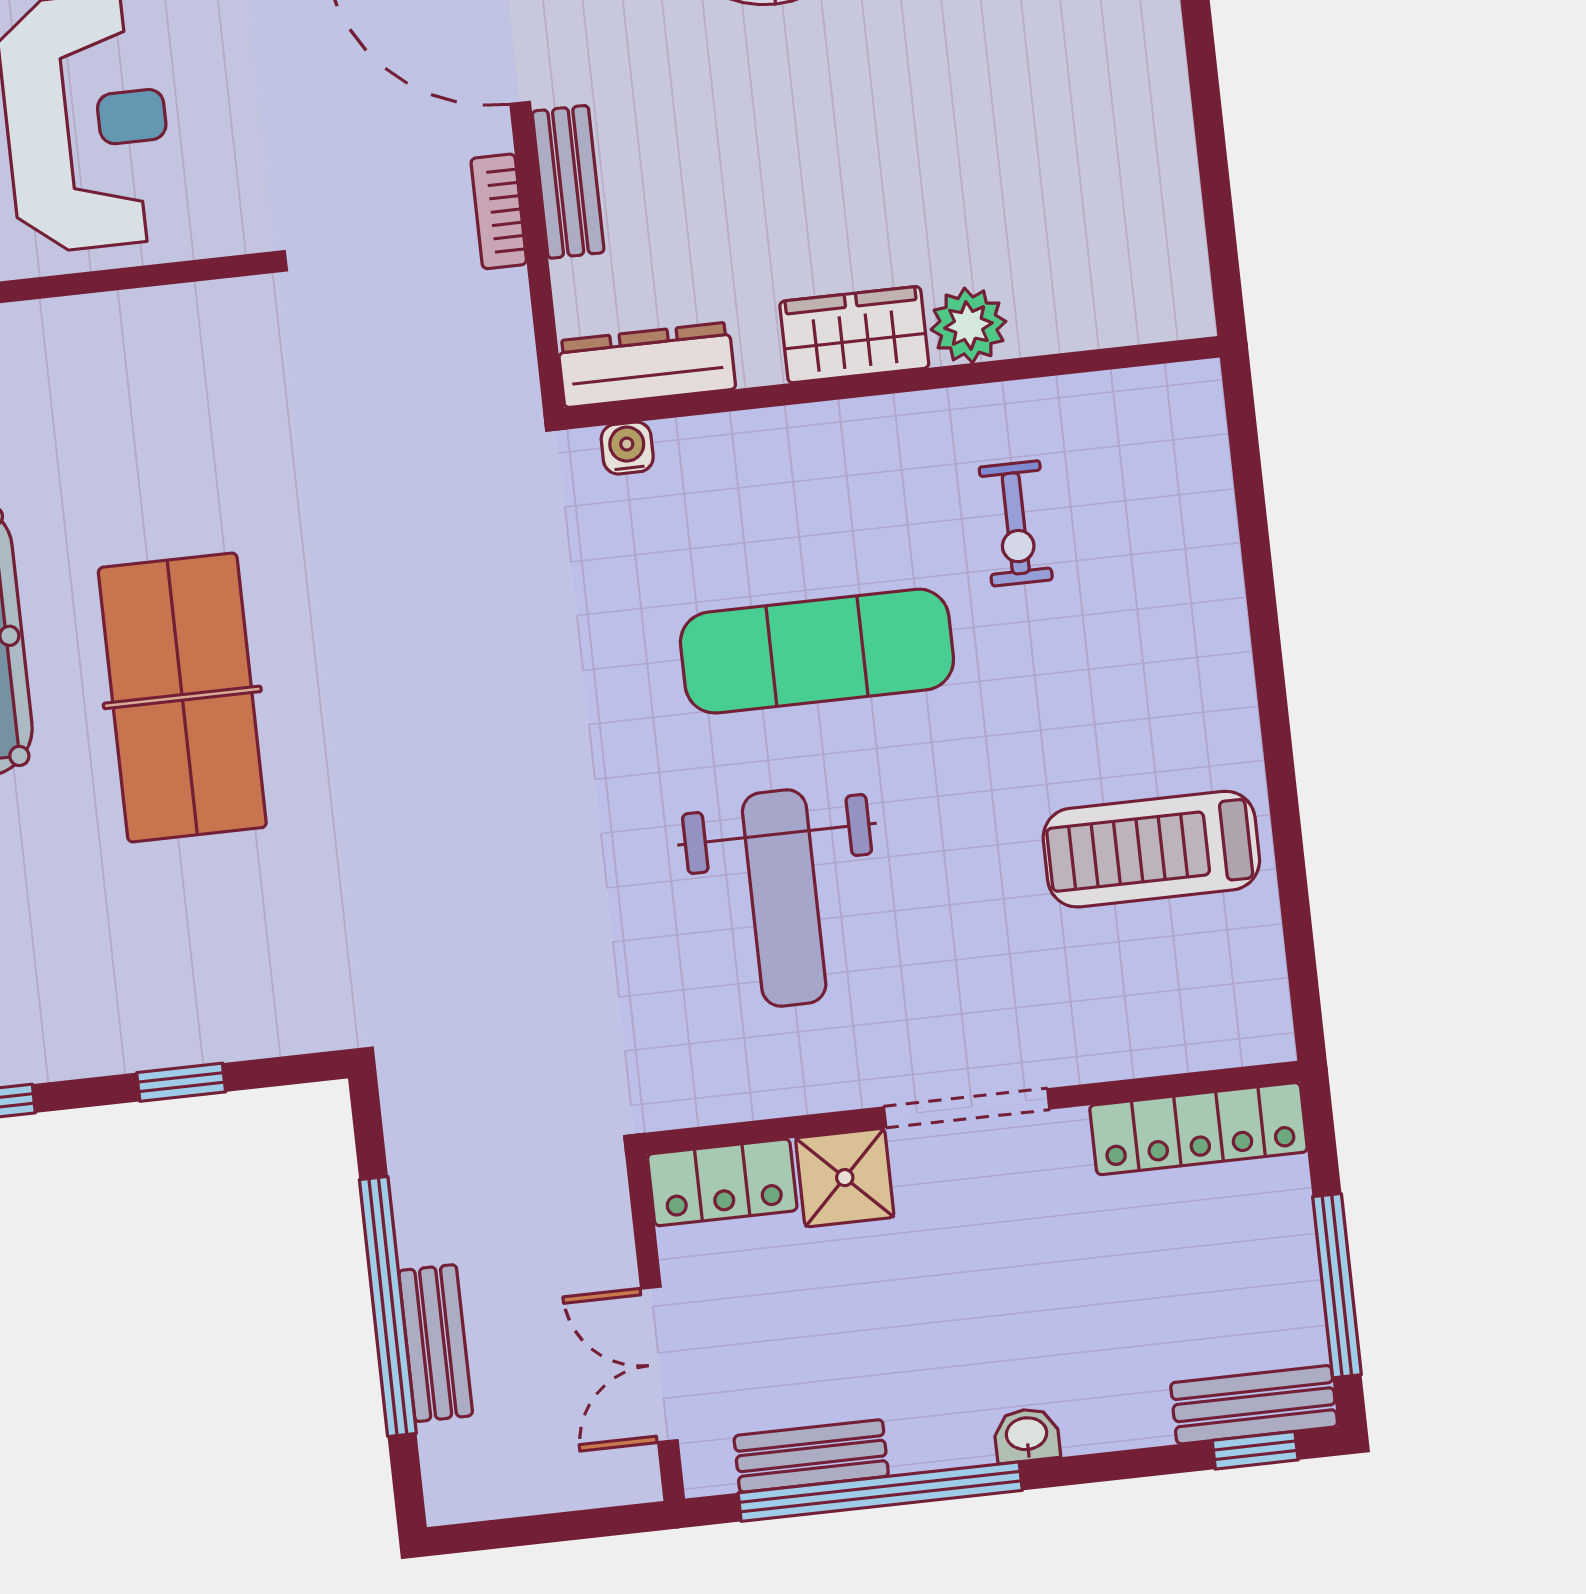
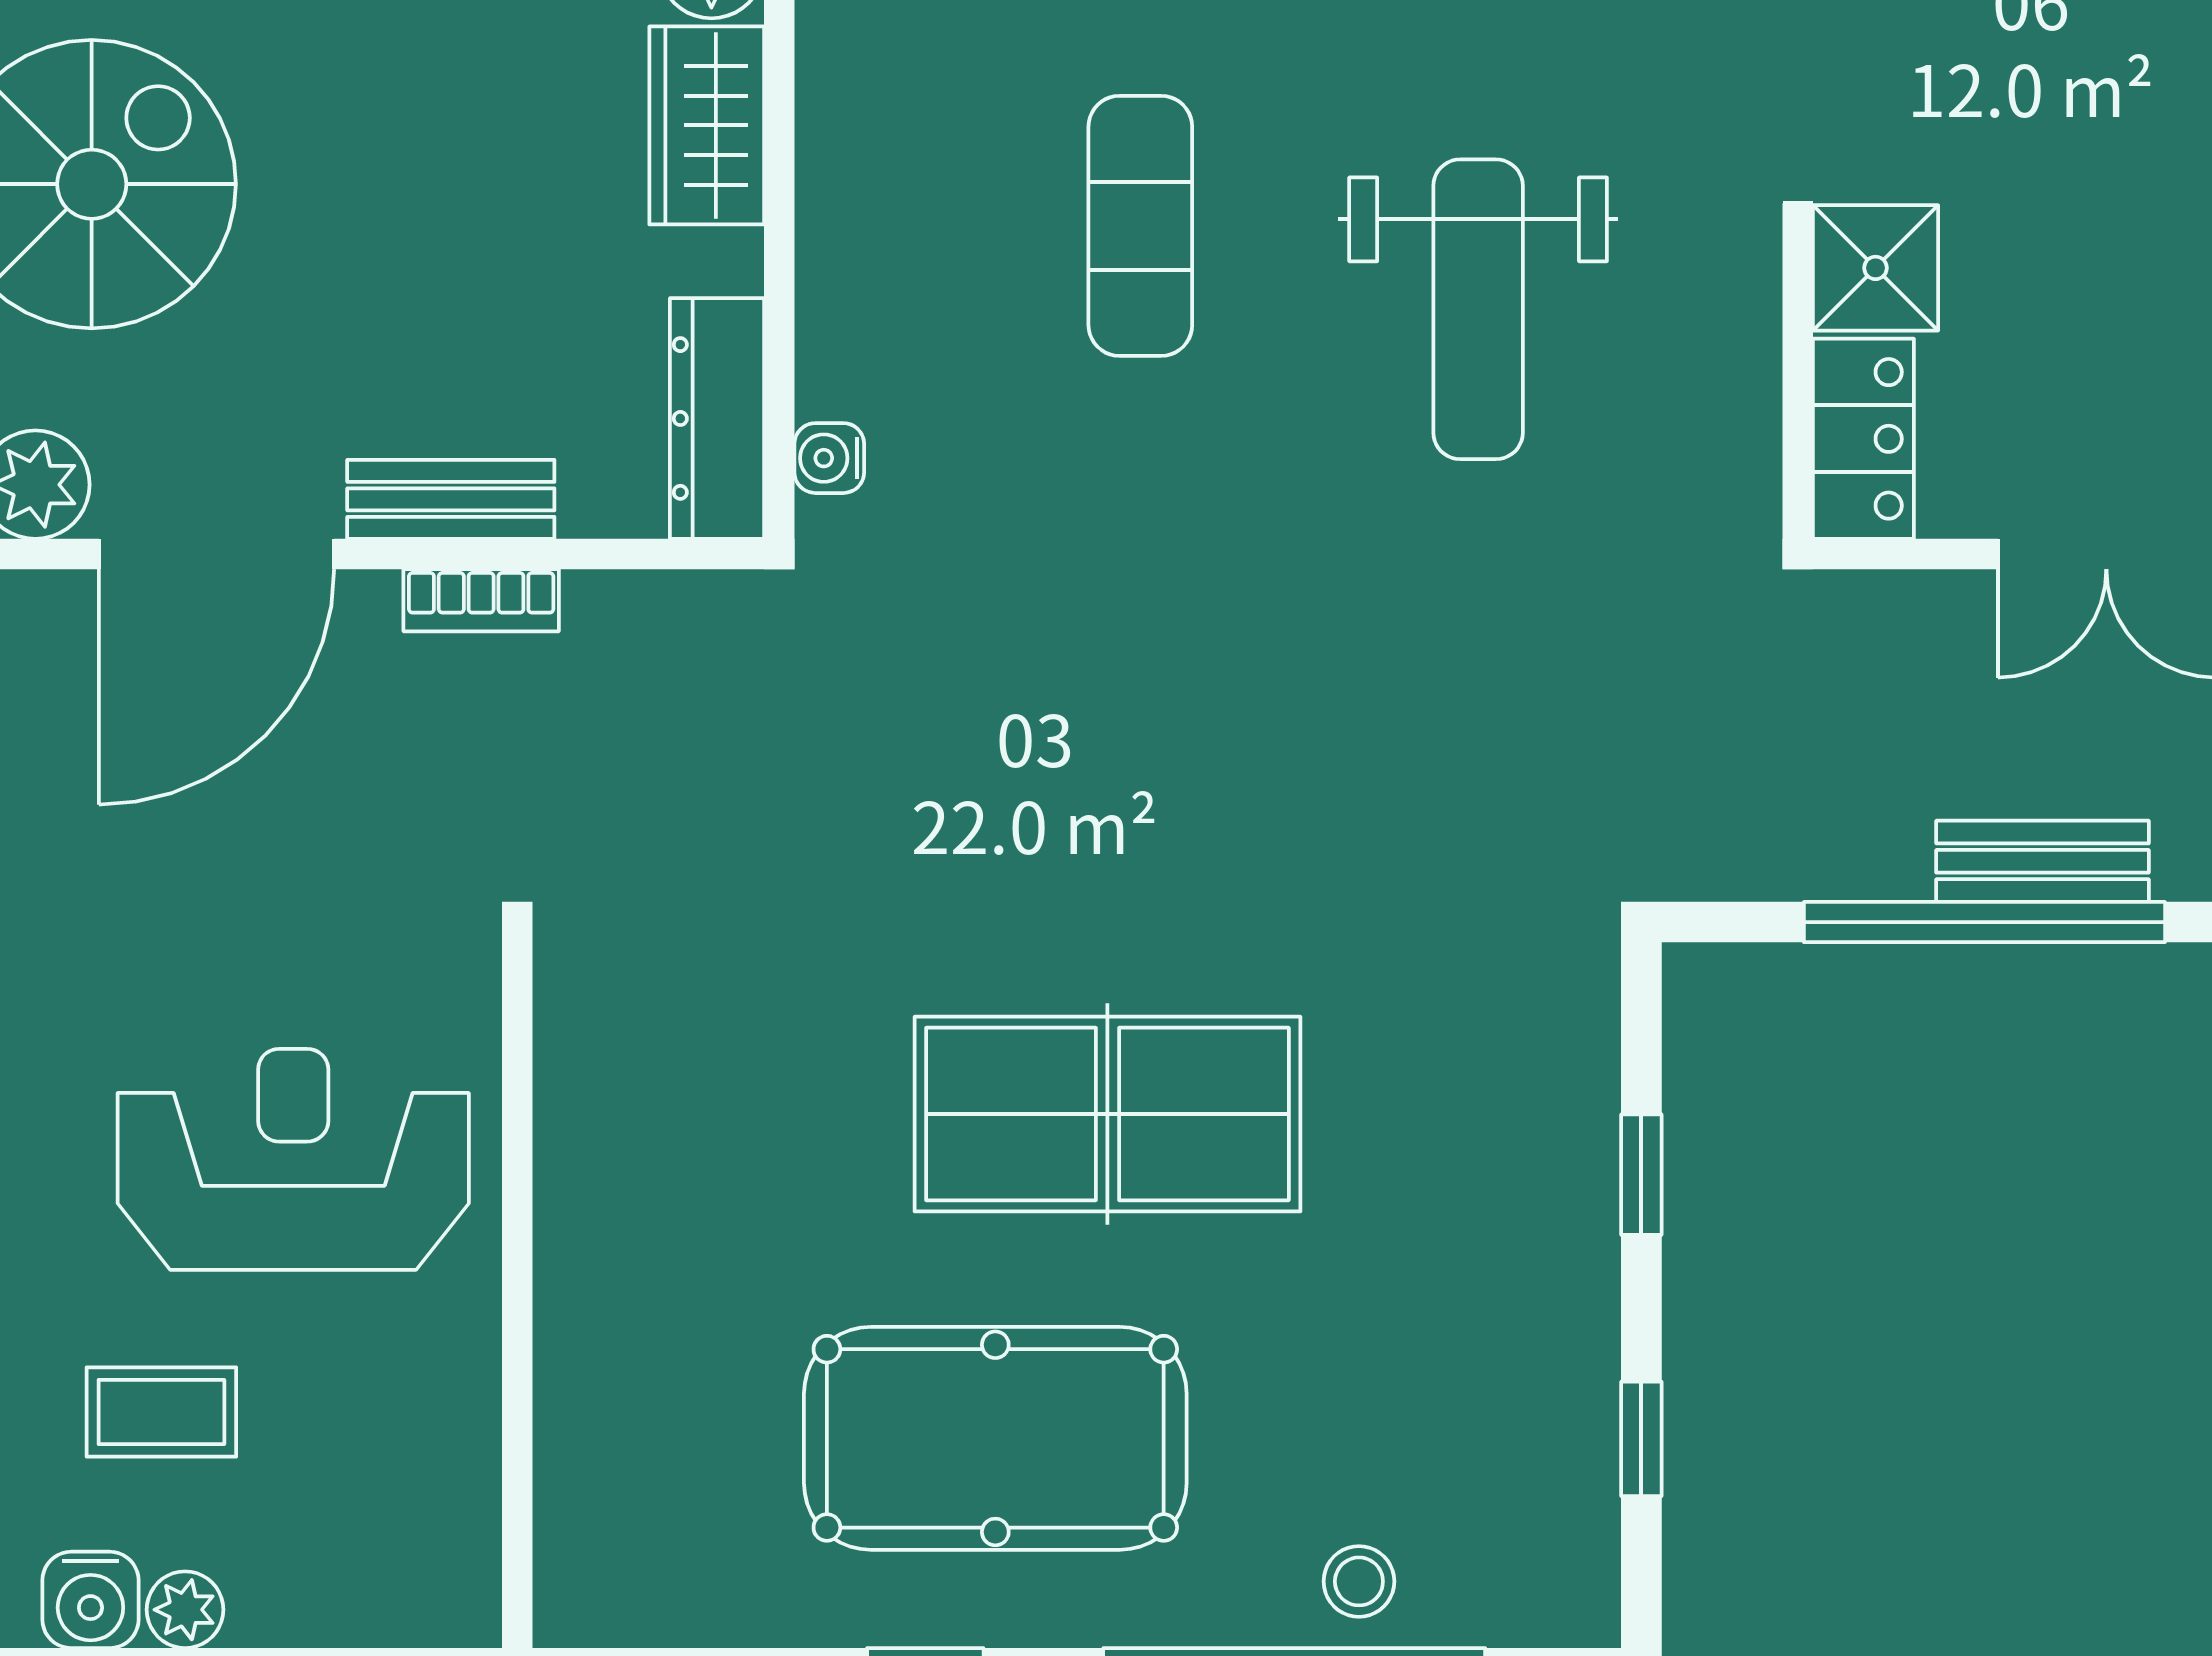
exercise mat: (817, 651) -> (1140, 226), width x0.73, depth x0.69
weight bench: (784, 898) -> (1478, 309), turned 90

